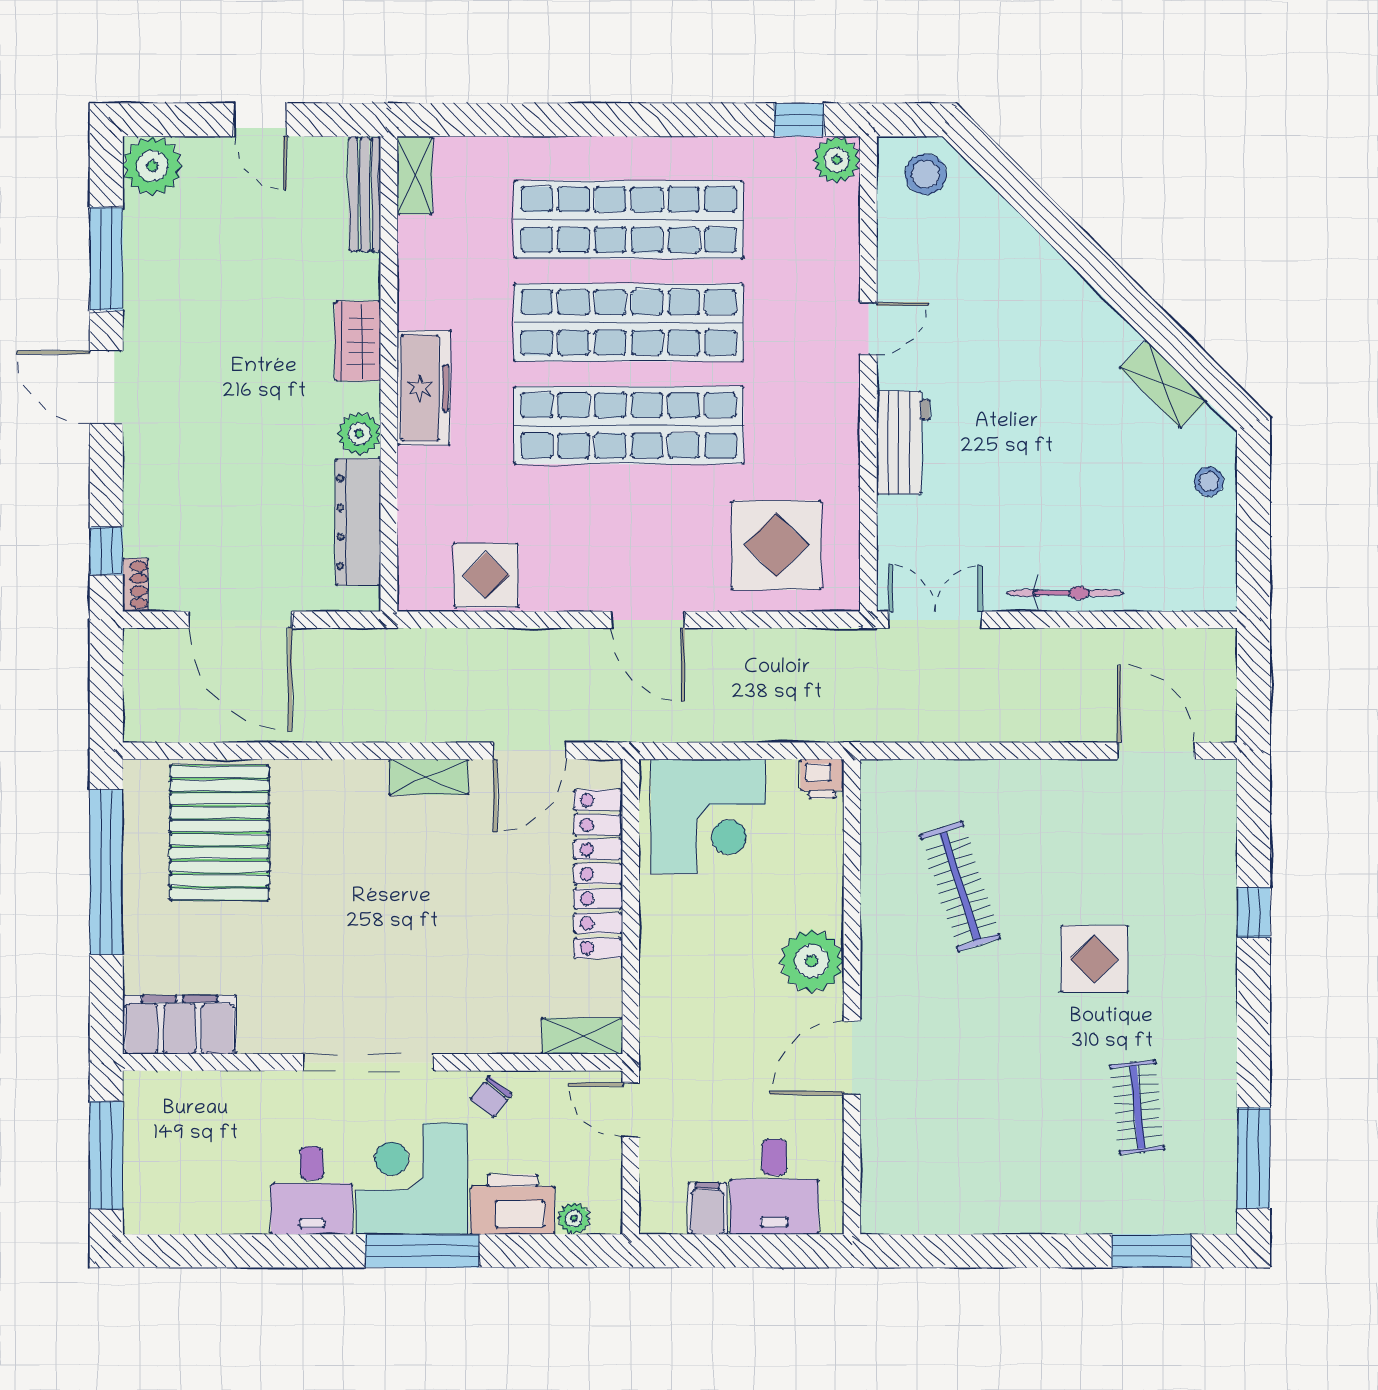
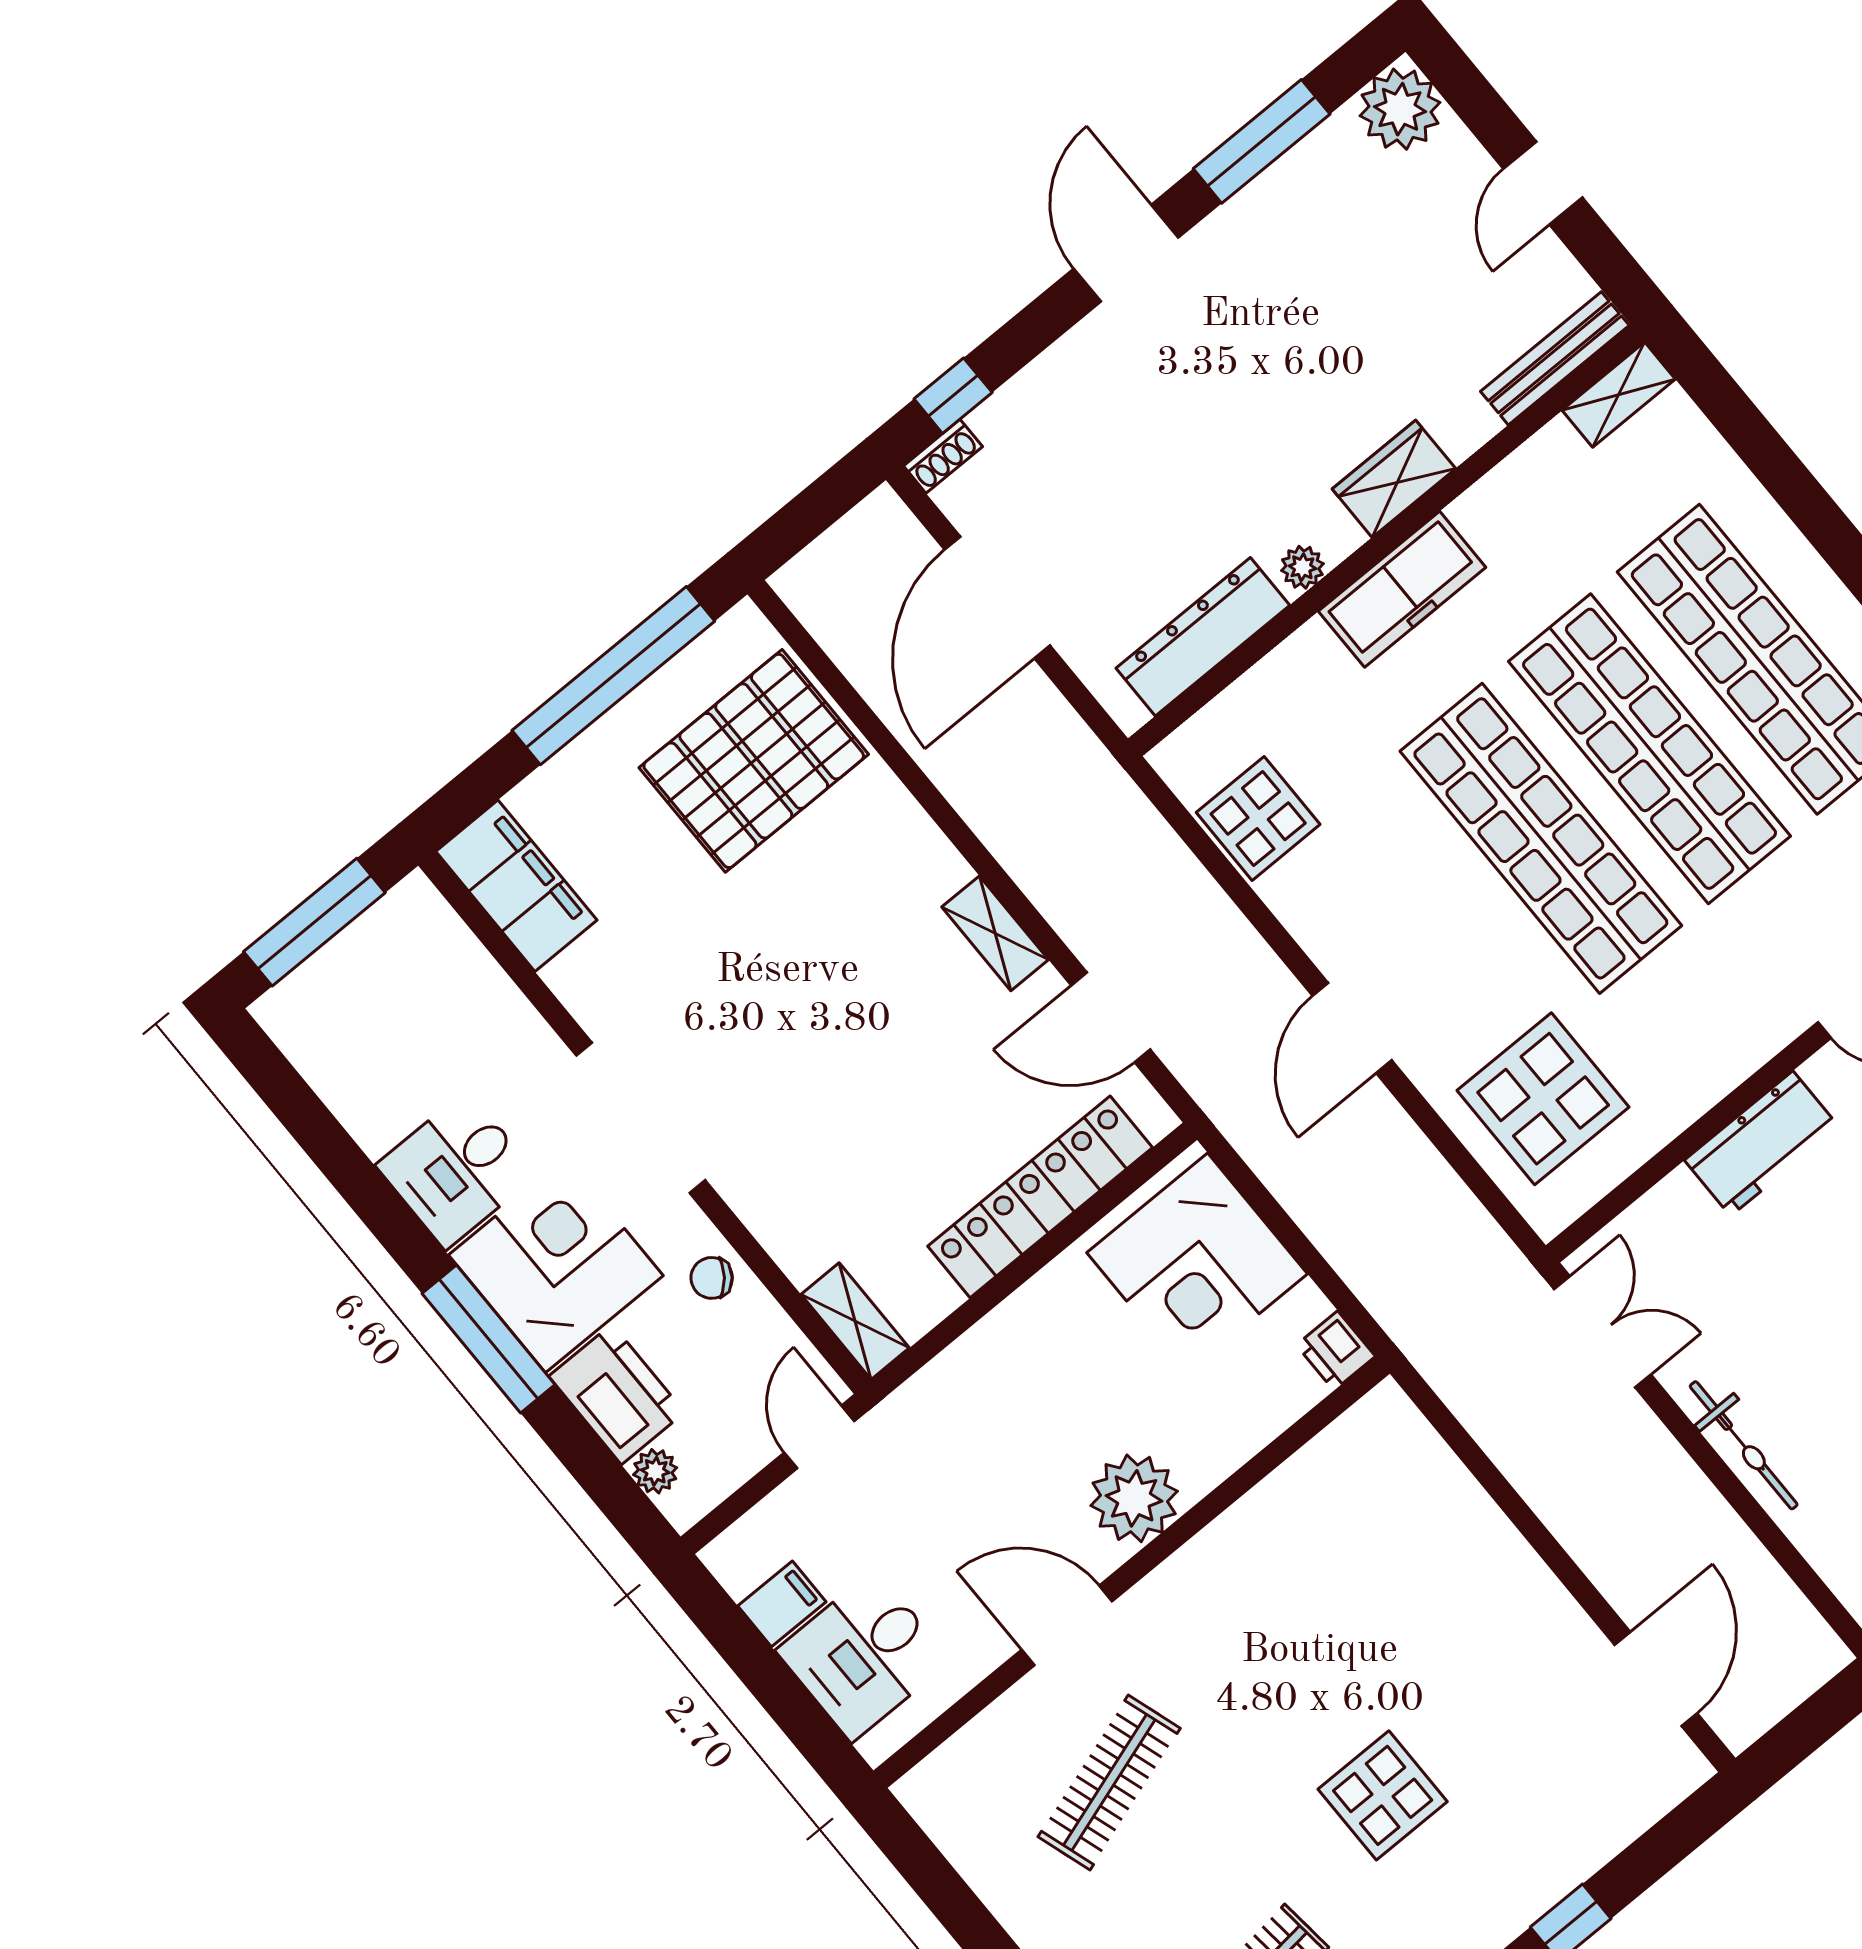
plant: (359, 434) -> (1302, 567), width x0.73, depth x0.73
clothes rail: (960, 886) -> (1109, 1782), moved

